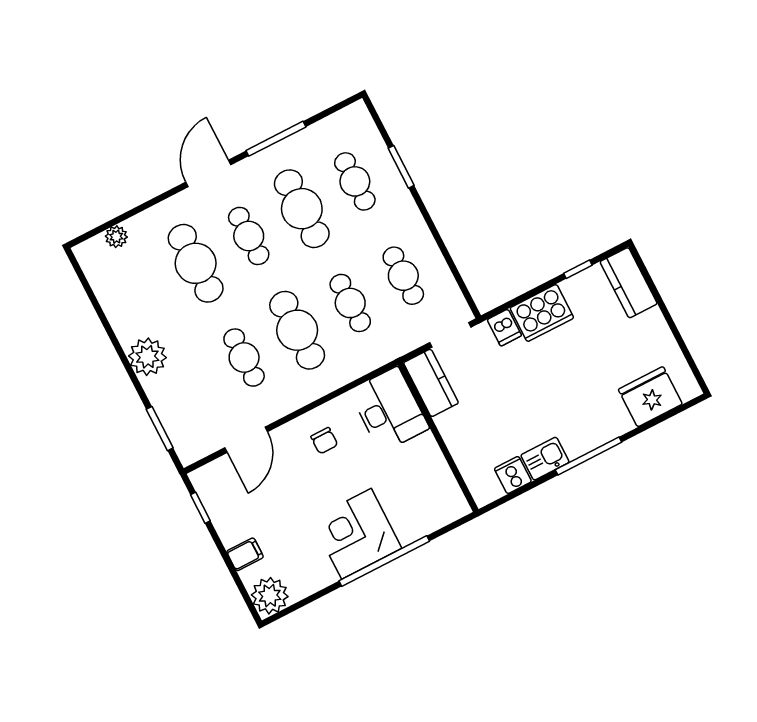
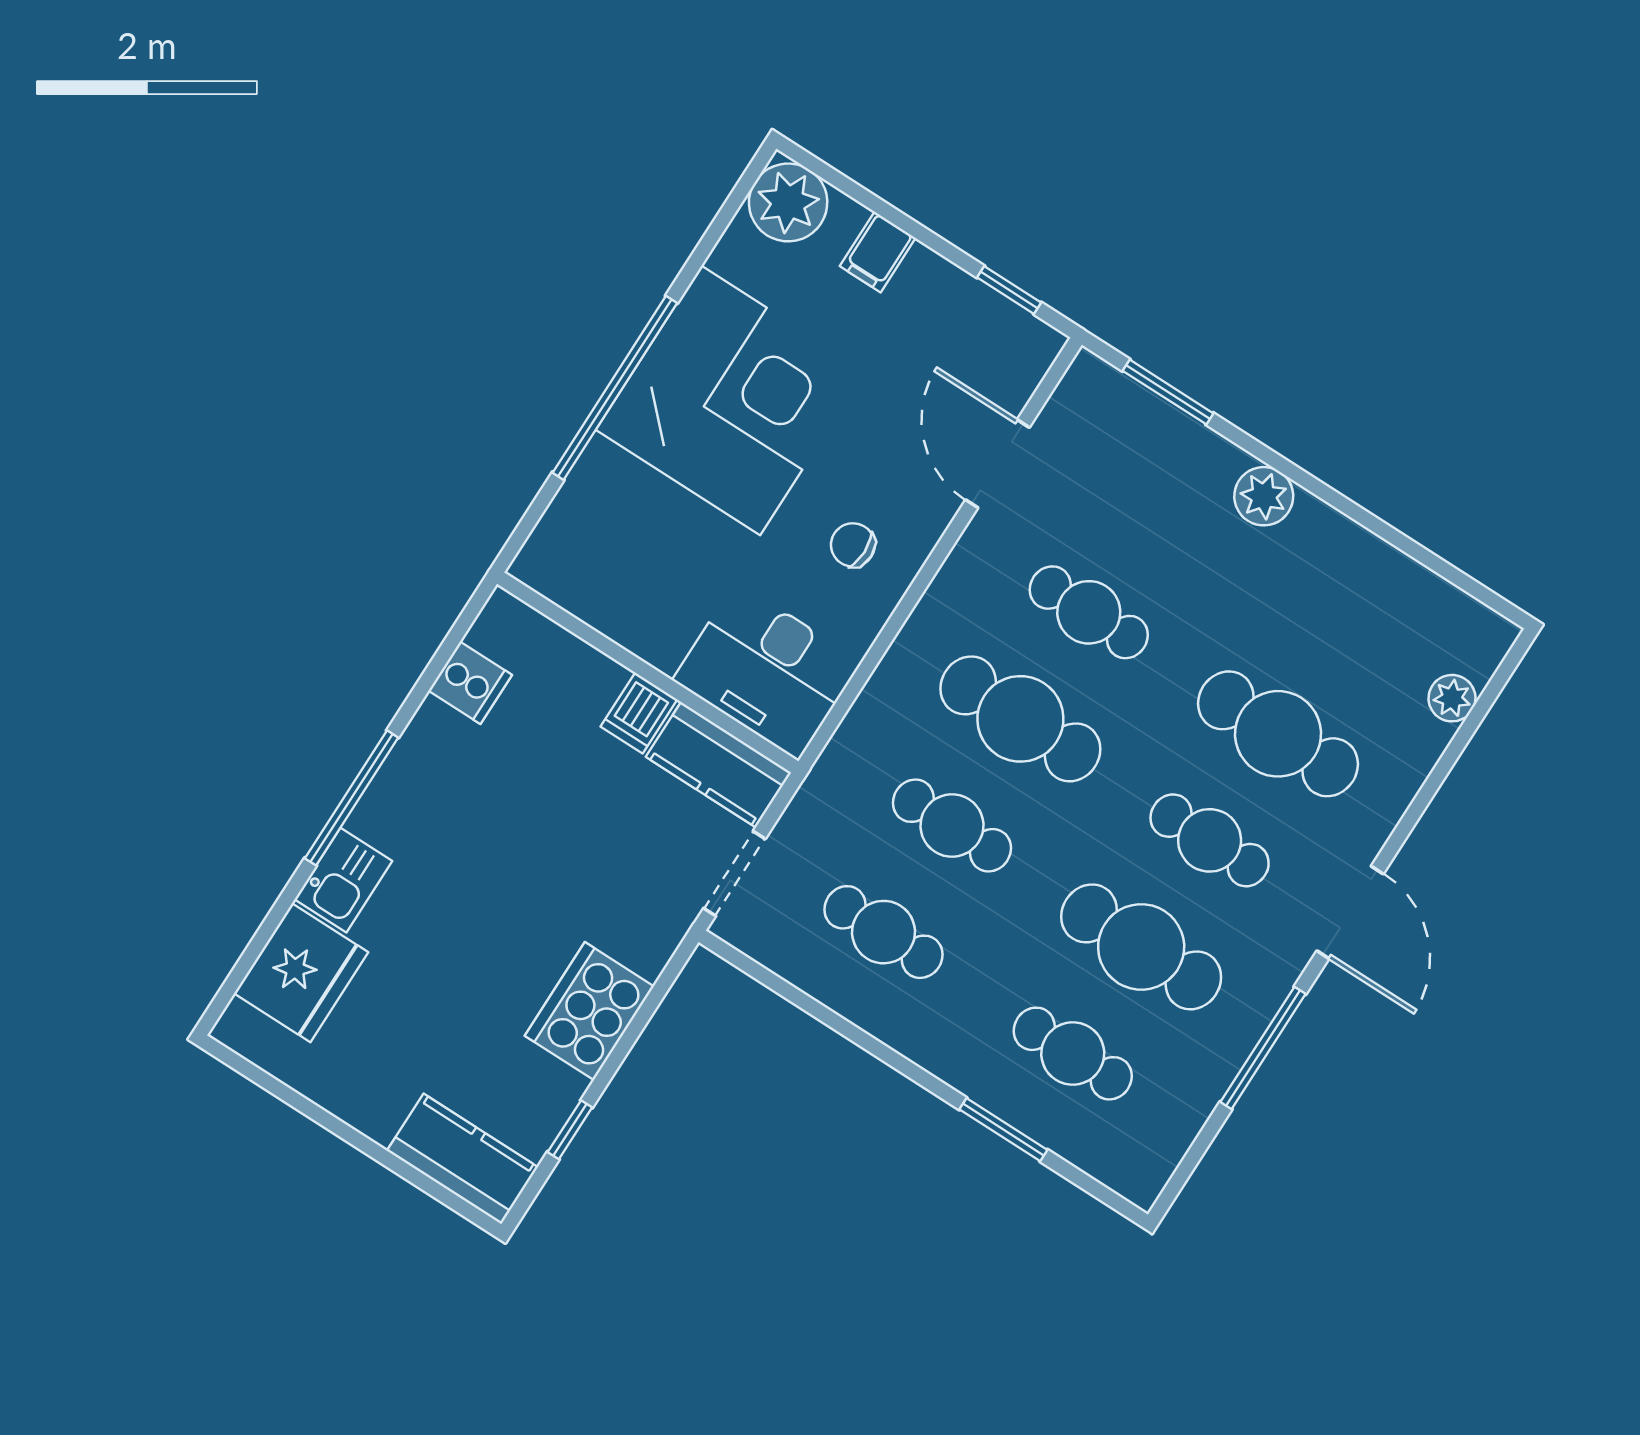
dishwasher: (504, 328) -> (639, 713), moved, turned -90
plant: (147, 357) -> (1264, 496), width x0.73, depth x0.73
kitchen sink: (545, 459) -> (343, 880), moved
corner desk: (356, 534) -> (731, 400), width x1.36, depth x1.36

